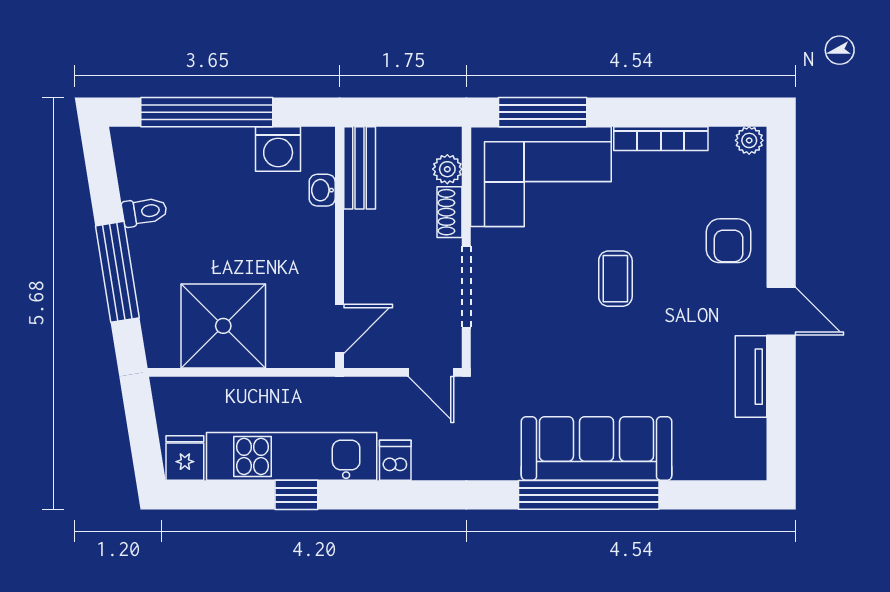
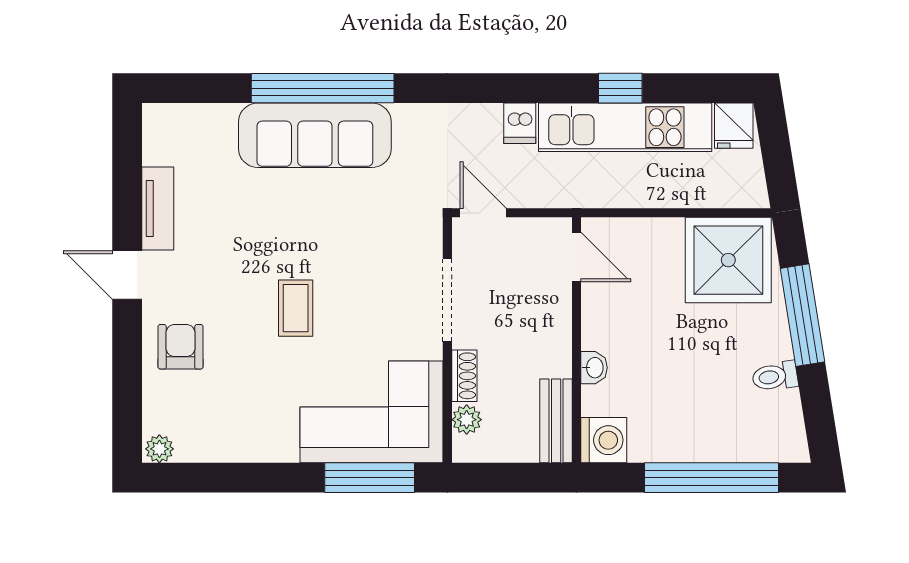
bookcase: (661, 139) -> (249, 451), removed
washing machine: (278, 149) -> (604, 440), moved, turned 90
washbasin: (322, 190) -> (594, 368), moved
shower: (223, 326) -> (728, 260), moved
door: (339, 329) -> (576, 257), swing flipped

